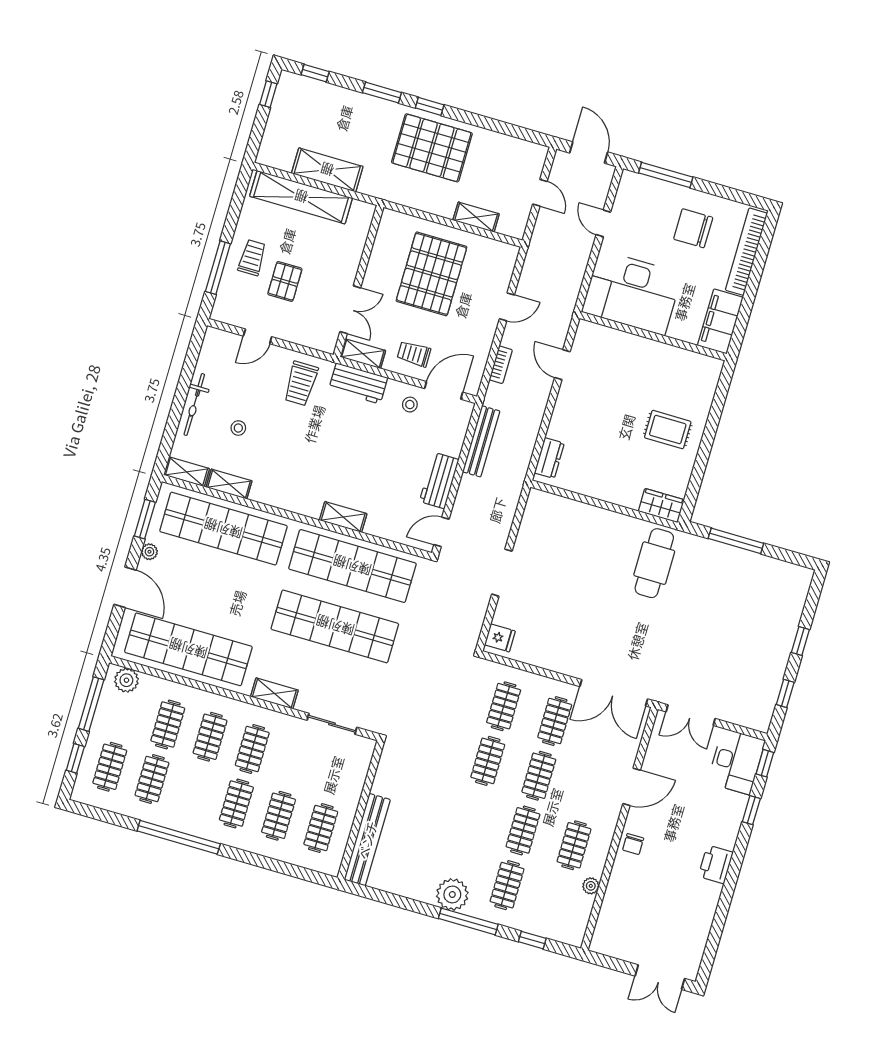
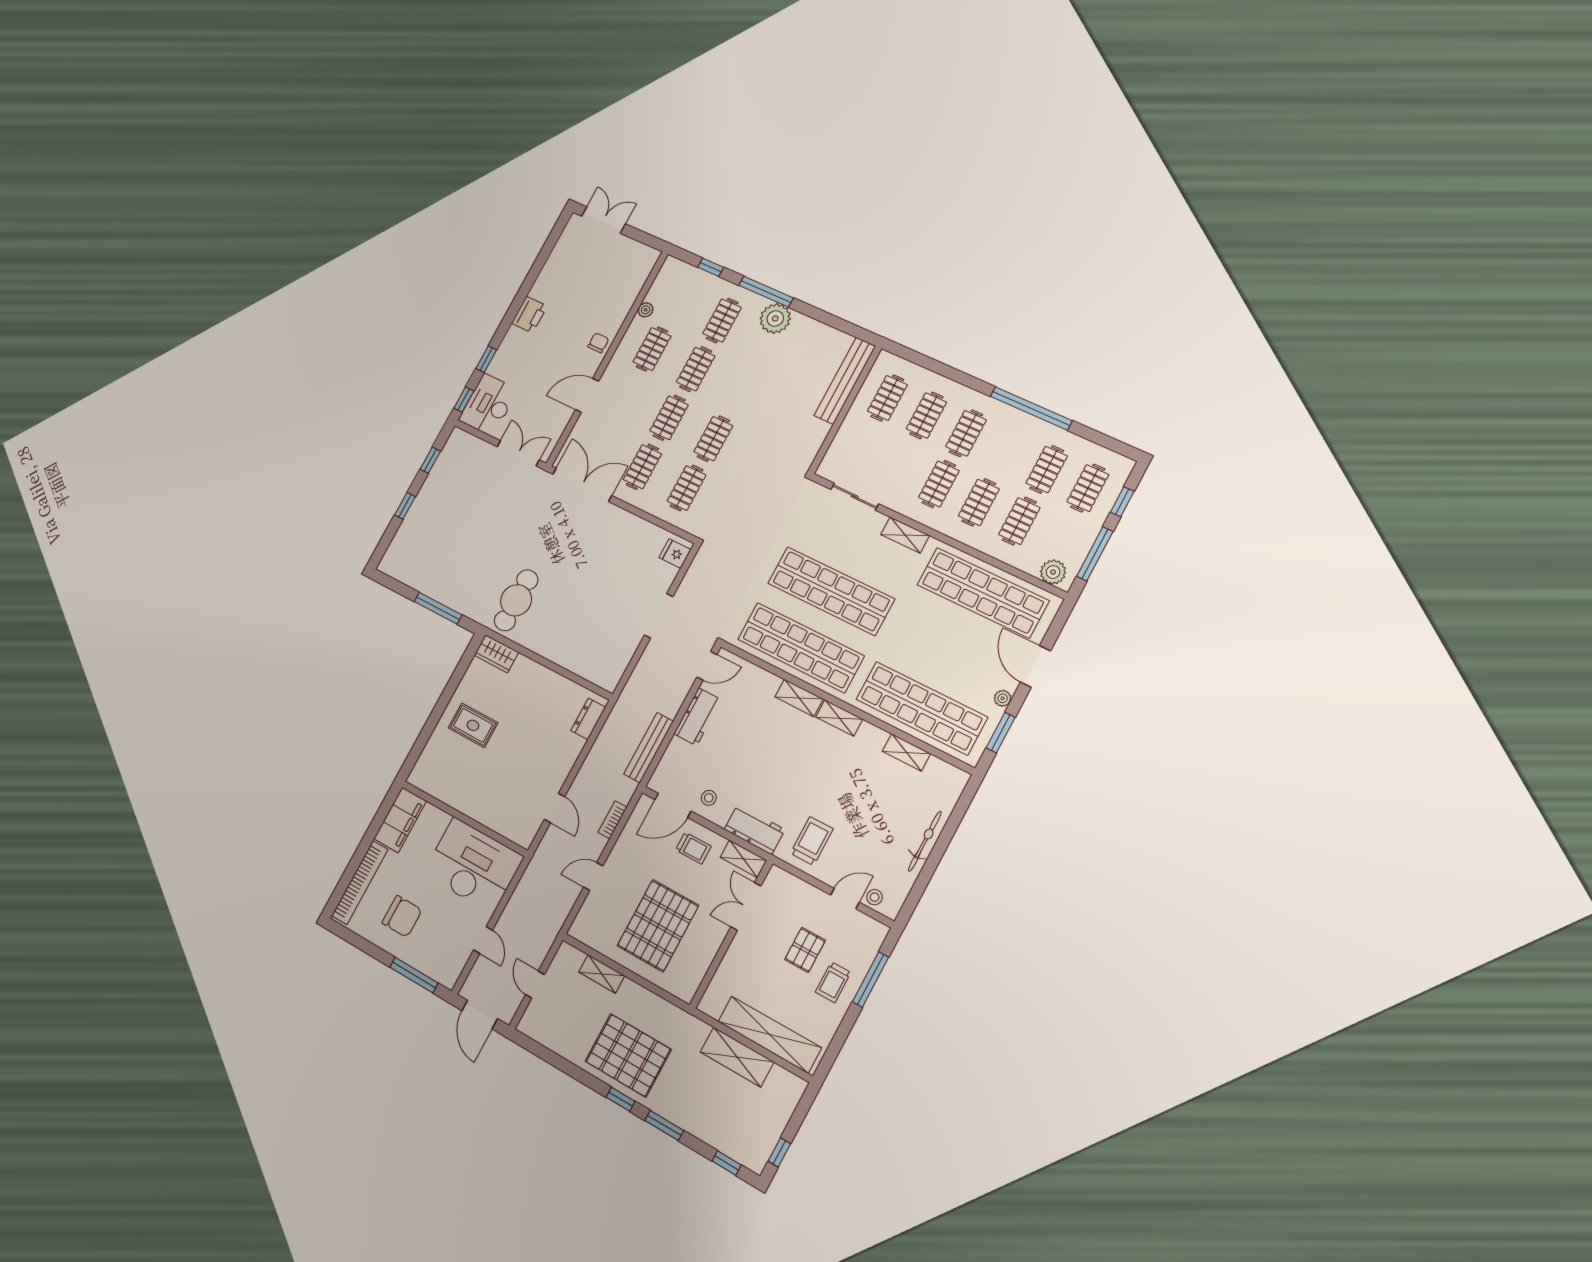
stool: (238, 428) -> (875, 897), moved
shelving: (187, 472) -> (839, 718), moved

